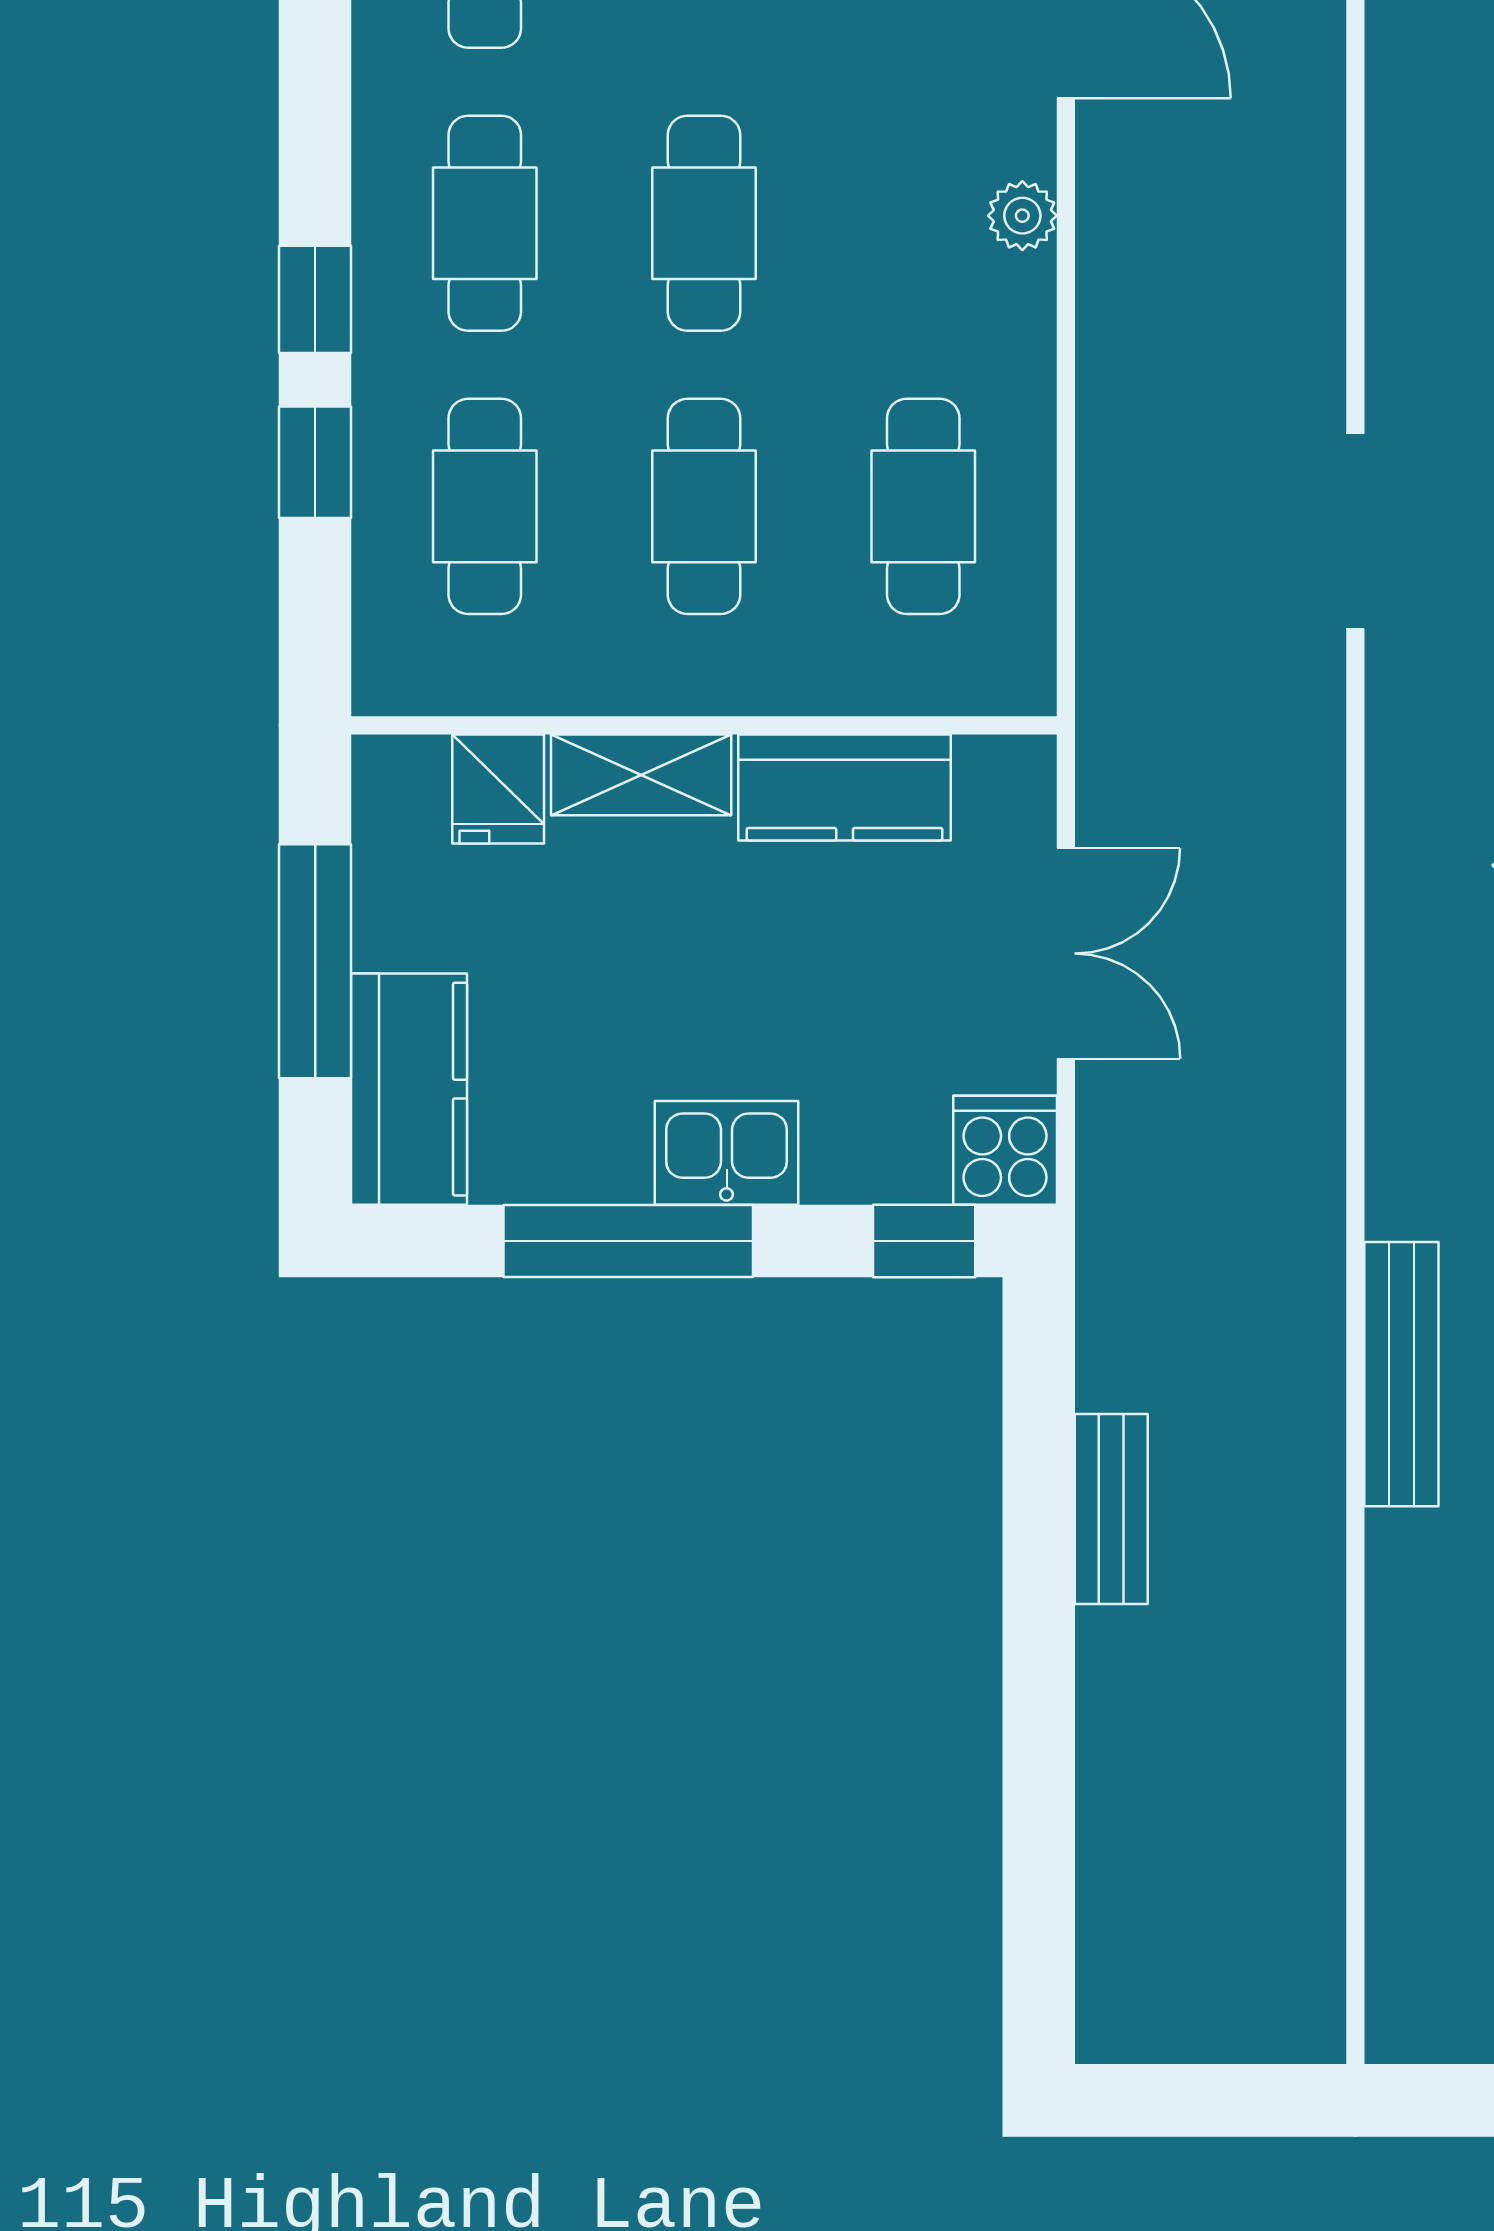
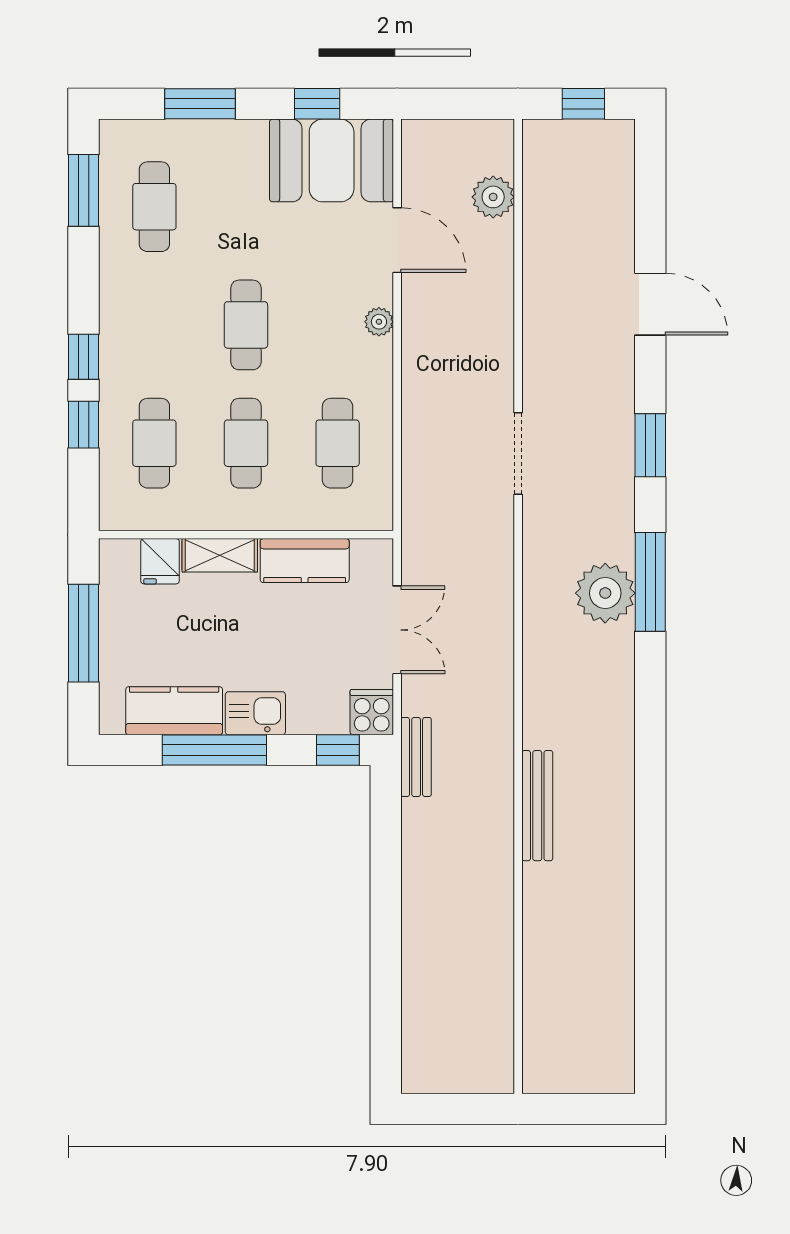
cafe table: (485, 223) -> (154, 325), removed
kitchen counter: (409, 1089) -> (174, 711), moved, turned -90
bench: (1111, 1509) -> (416, 757), moved

